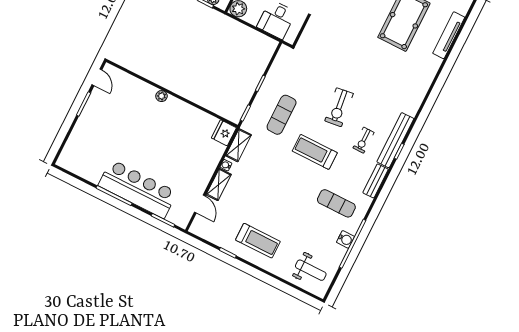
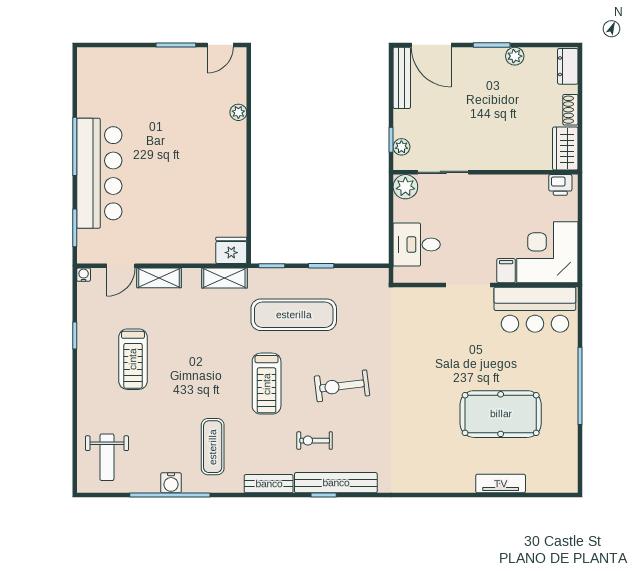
tv unit: (449, 35) -> (501, 484), width x0.71
plant: (161, 96) -> (238, 112), moved
exercise mat: (282, 115) -> (294, 315), width x1.36, depth x1.45
treadmill: (315, 152) -> (267, 384), turned 180
water cooler: (226, 165) -> (84, 275), moved
treadmill: (258, 241) -> (133, 359), moved

